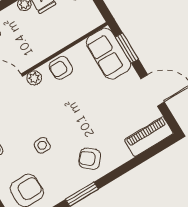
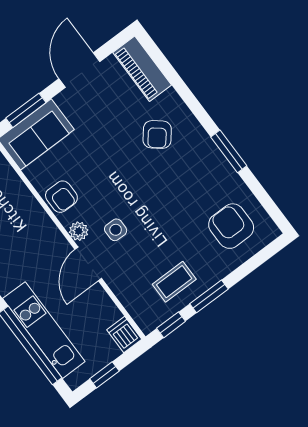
side table: (42, 145) -> (116, 230), moved
armchair: (90, 159) -> (157, 135), moved

